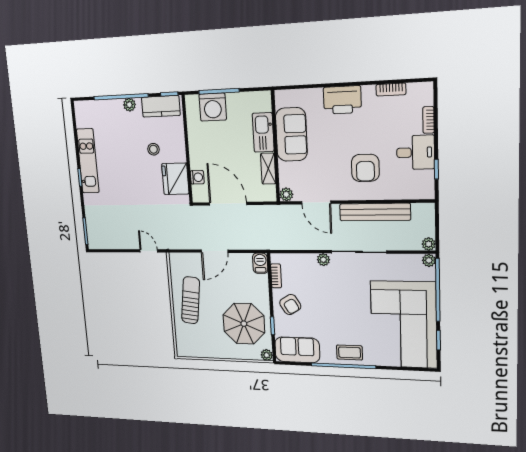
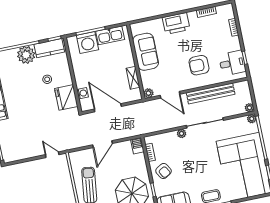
plant: (129, 105) -> (26, 55), width x1.88, depth x1.88
kitchen sink: (263, 132) -> (110, 35), moved, turned -90
desk: (416, 152) -> (232, 63), moved
armchair: (365, 168) -> (199, 65), turned 90

